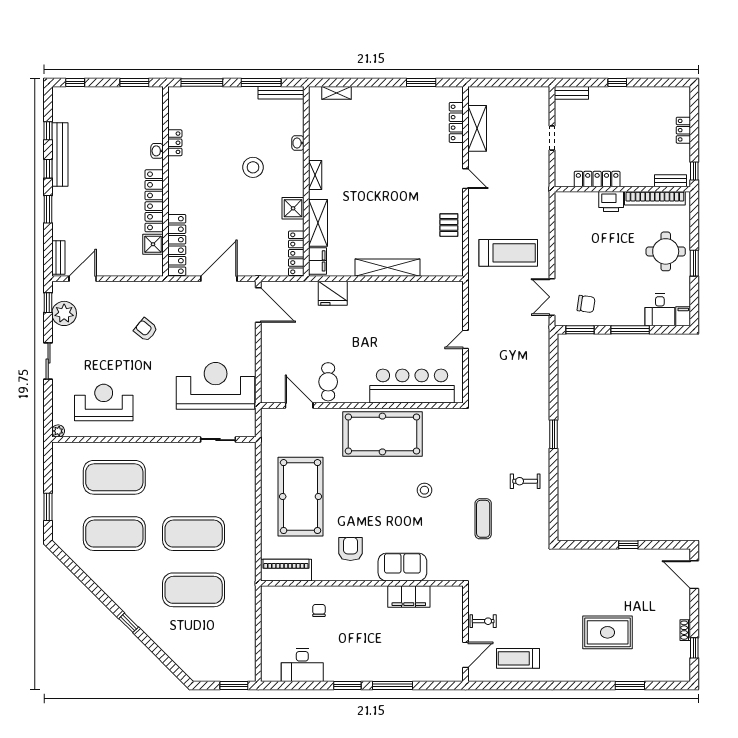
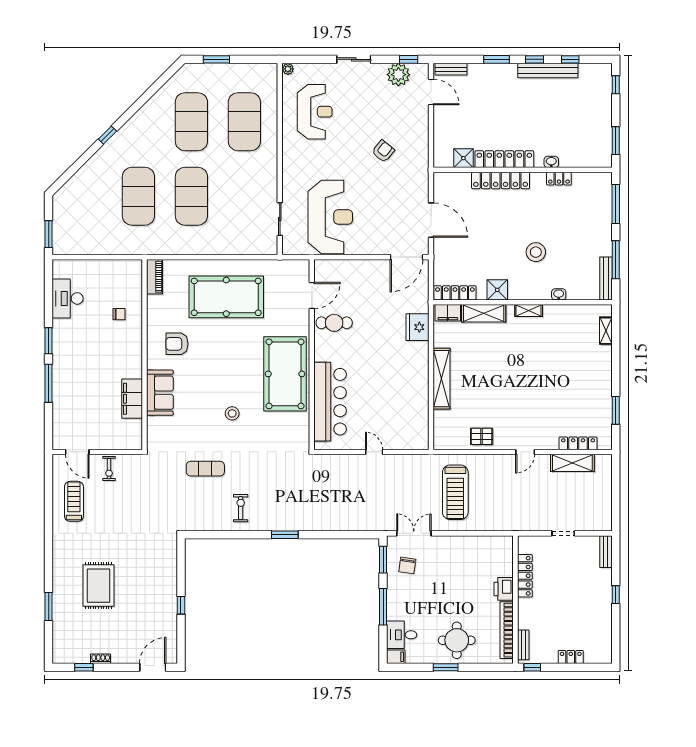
locker: (177, 245) -> (501, 180), moved
armchair: (350, 549) -> (177, 344), turned 180
piano: (286, 570) -> (155, 277), width x0.73, depth x0.75

